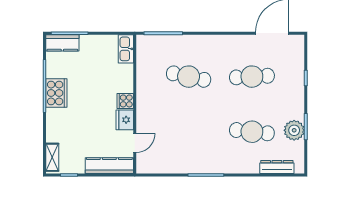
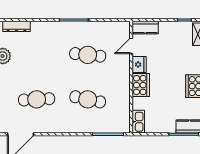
cooker: (125, 101) -> (141, 85), width x1.87, depth x1.31
cafe table: (252, 132) -> (88, 55), moved
kitchen counter: (109, 166) -> (145, 27), width x0.67

